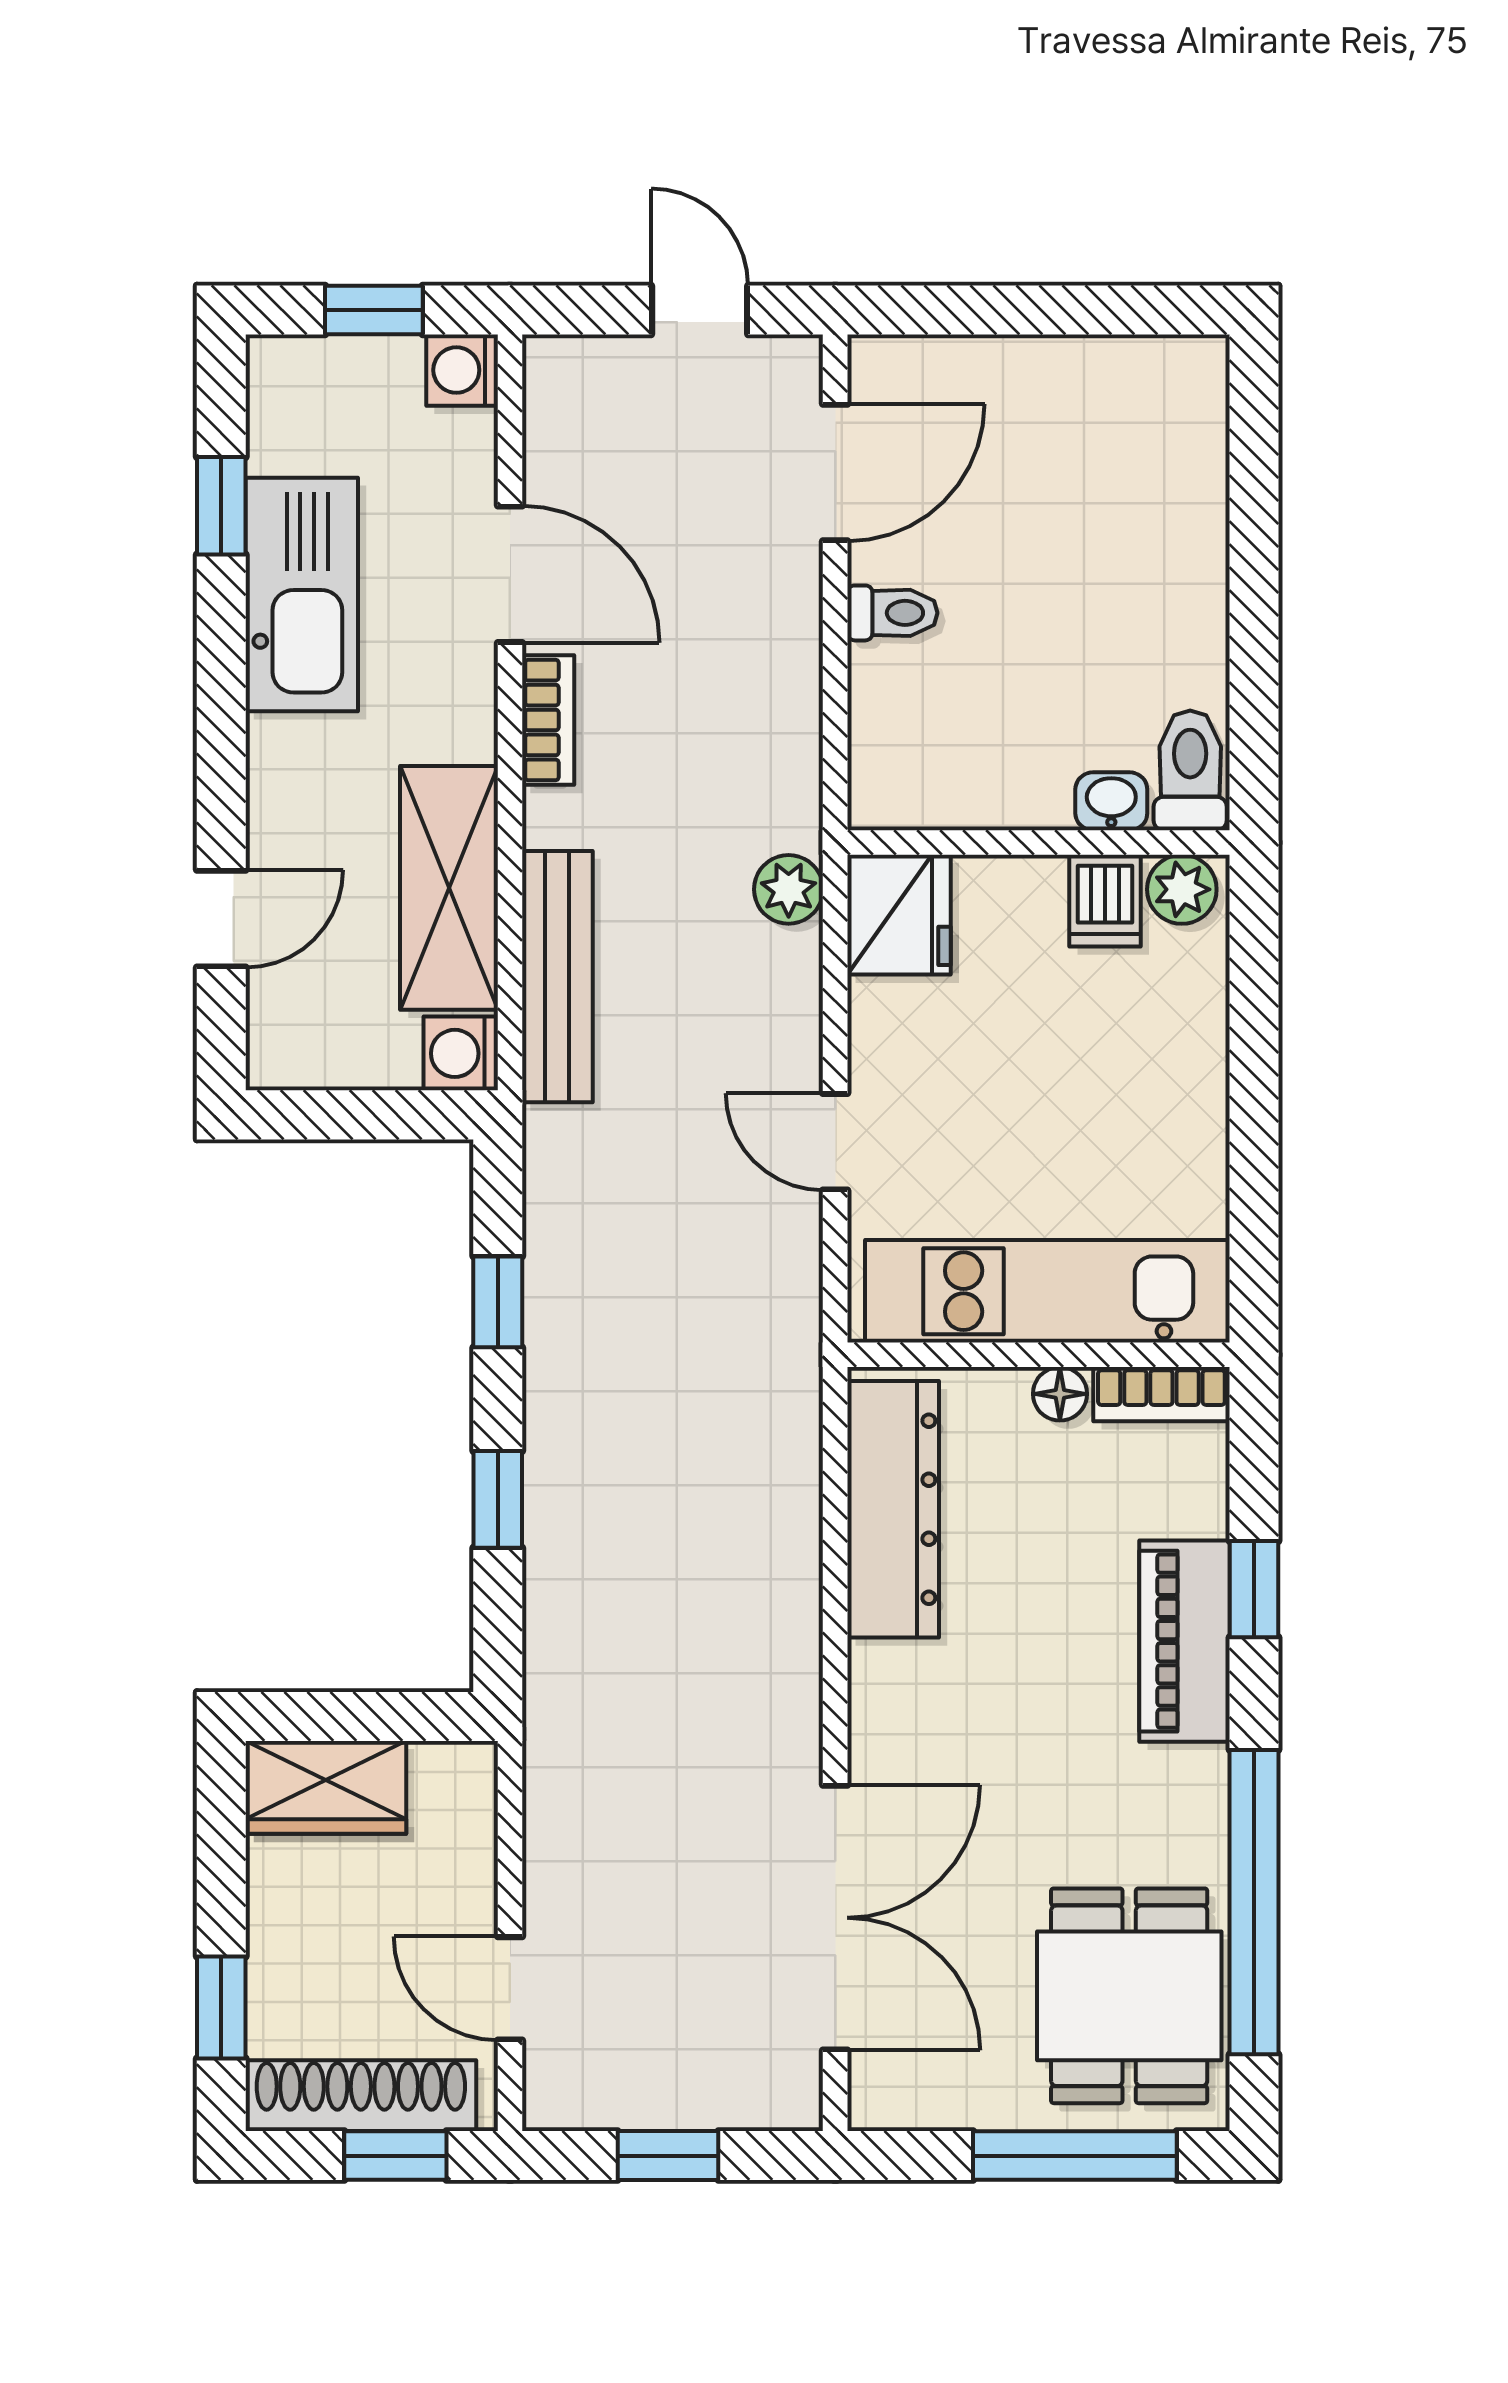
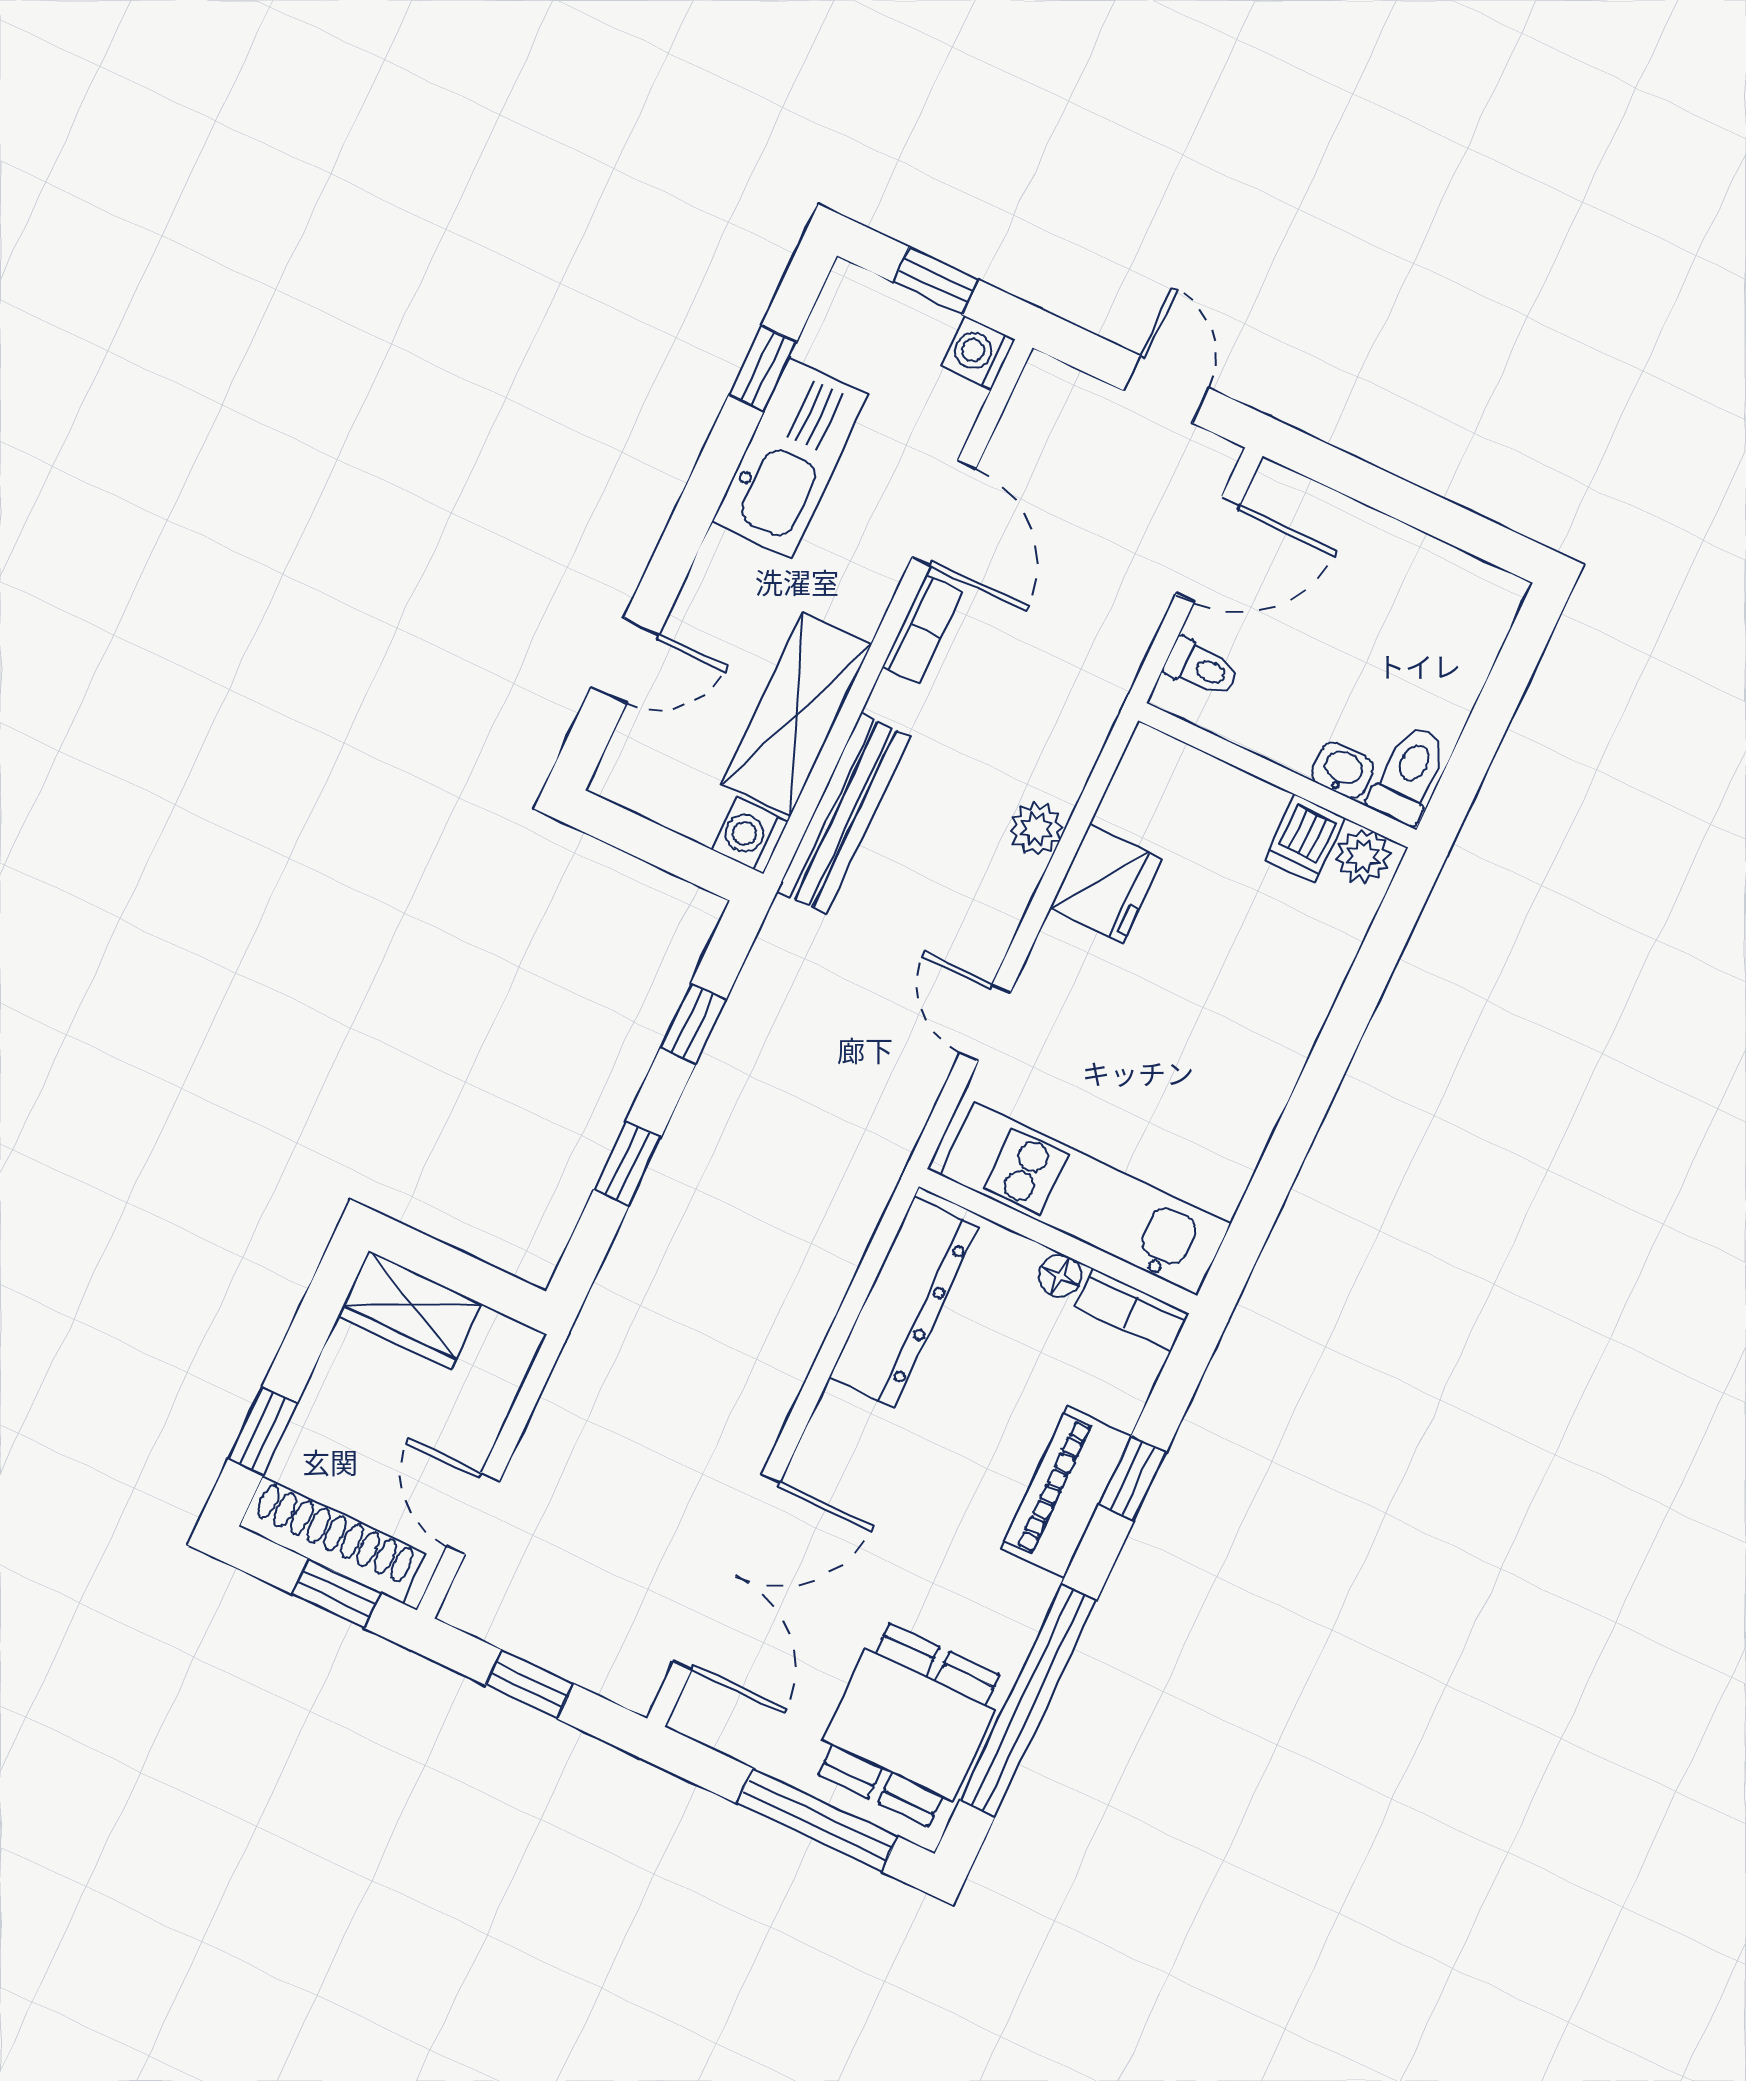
toilet: (1190, 770) -> (1409, 775), moved
washbasin: (1111, 801) -> (1343, 770), moved
wall: (1038, 842) -> (1277, 775), moved
plant: (1182, 889) -> (1363, 856), moved
dishwasher: (1105, 901) -> (1305, 839), moved

